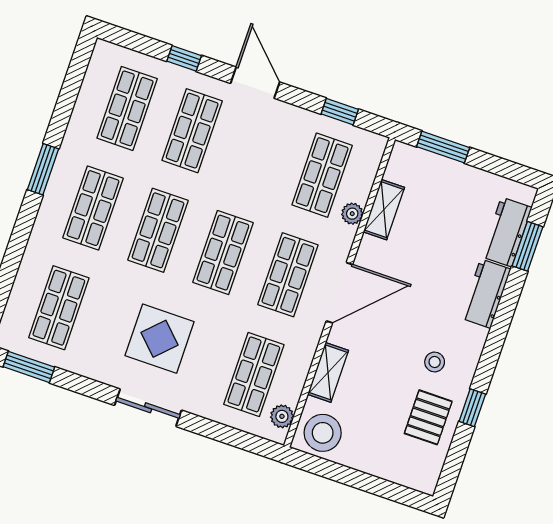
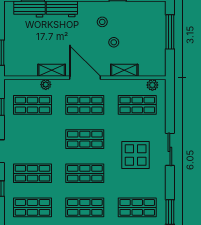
shelving: (384, 210) -> (52, 70), moved
pallet: (428, 417) -> (129, 16), removed
stool: (323, 433) -> (114, 42), moved, width x0.53, depth x0.53
window: (372, 484) -> (170, 32), added

